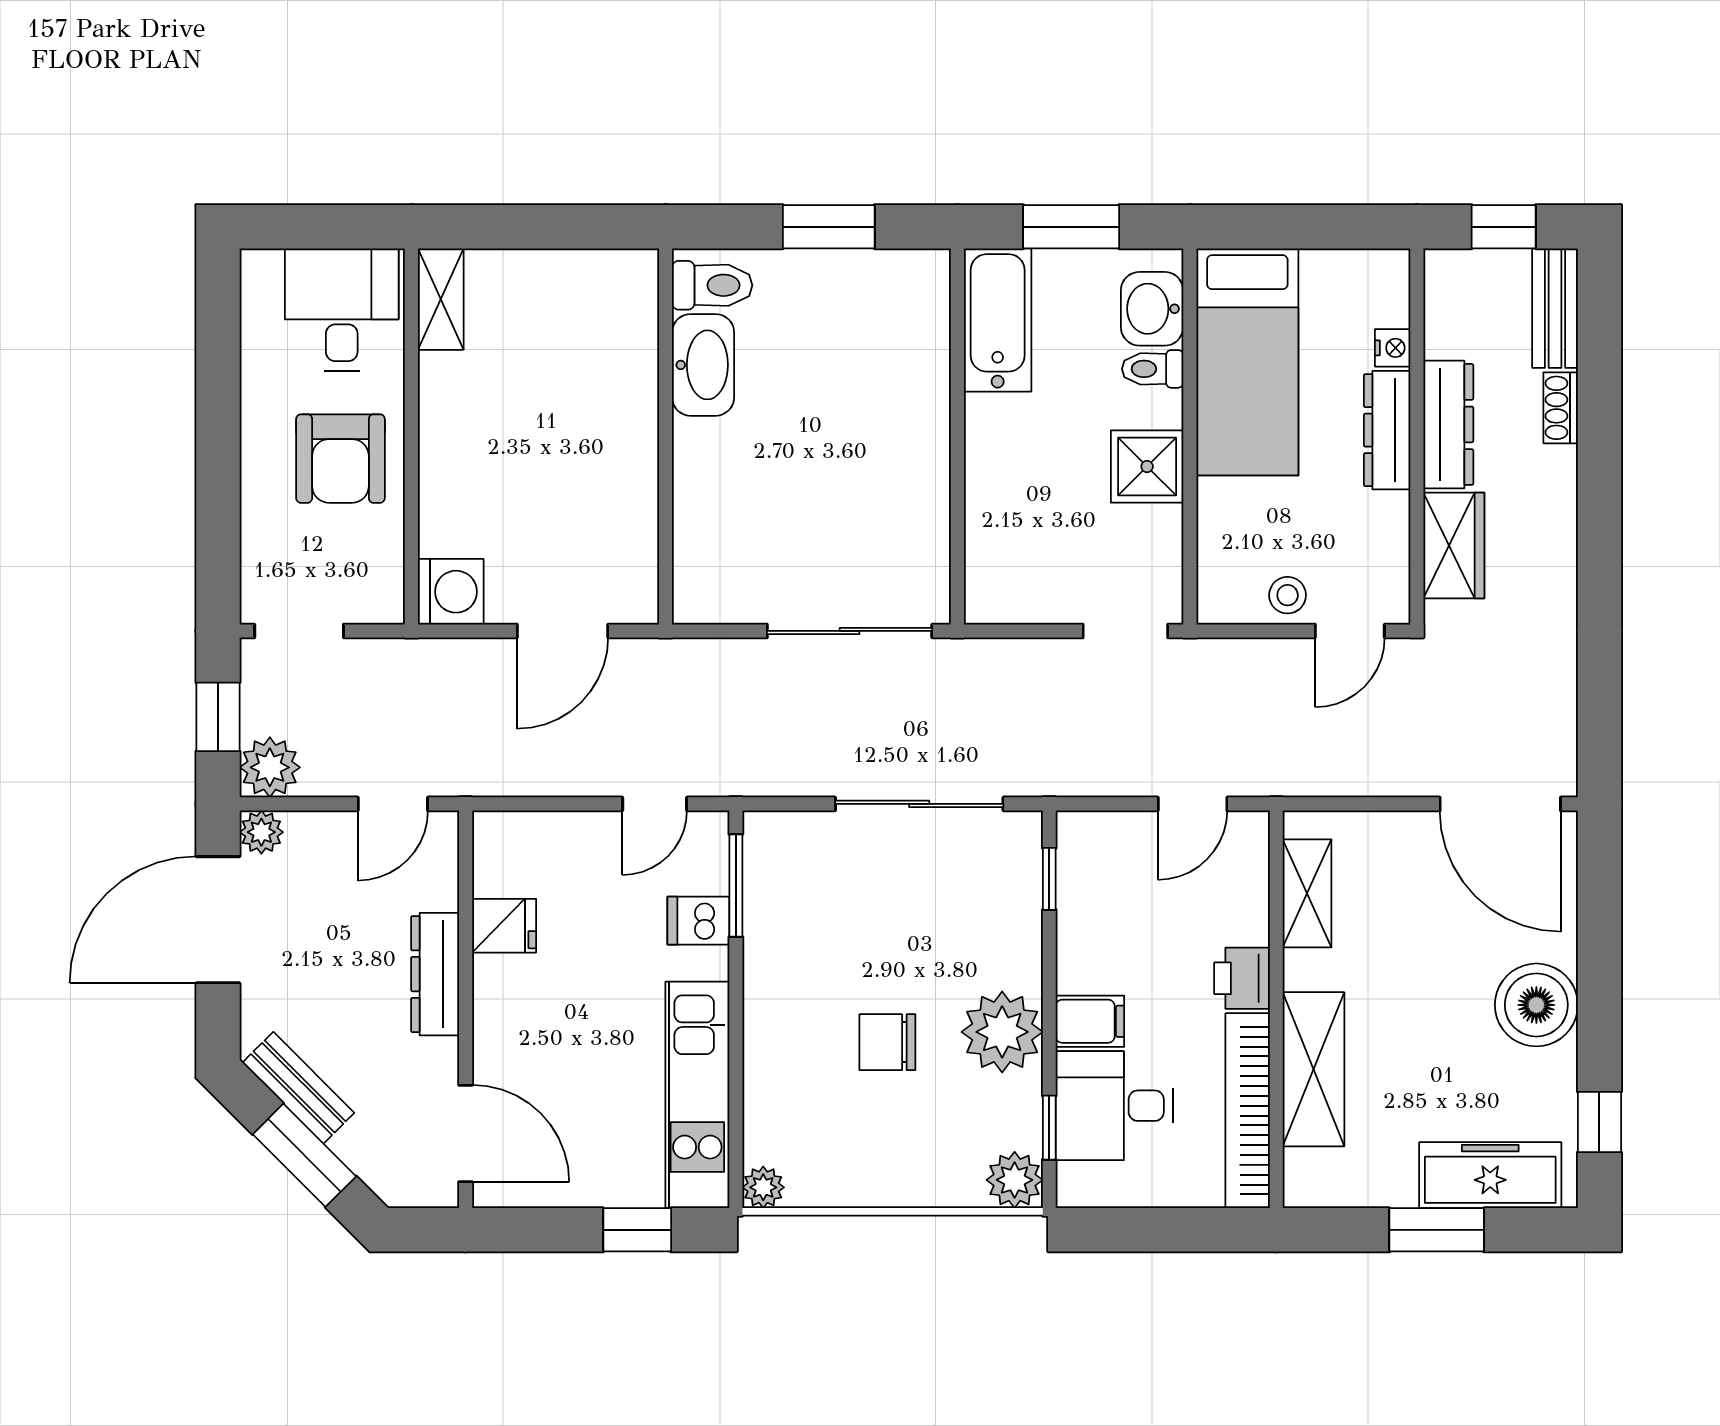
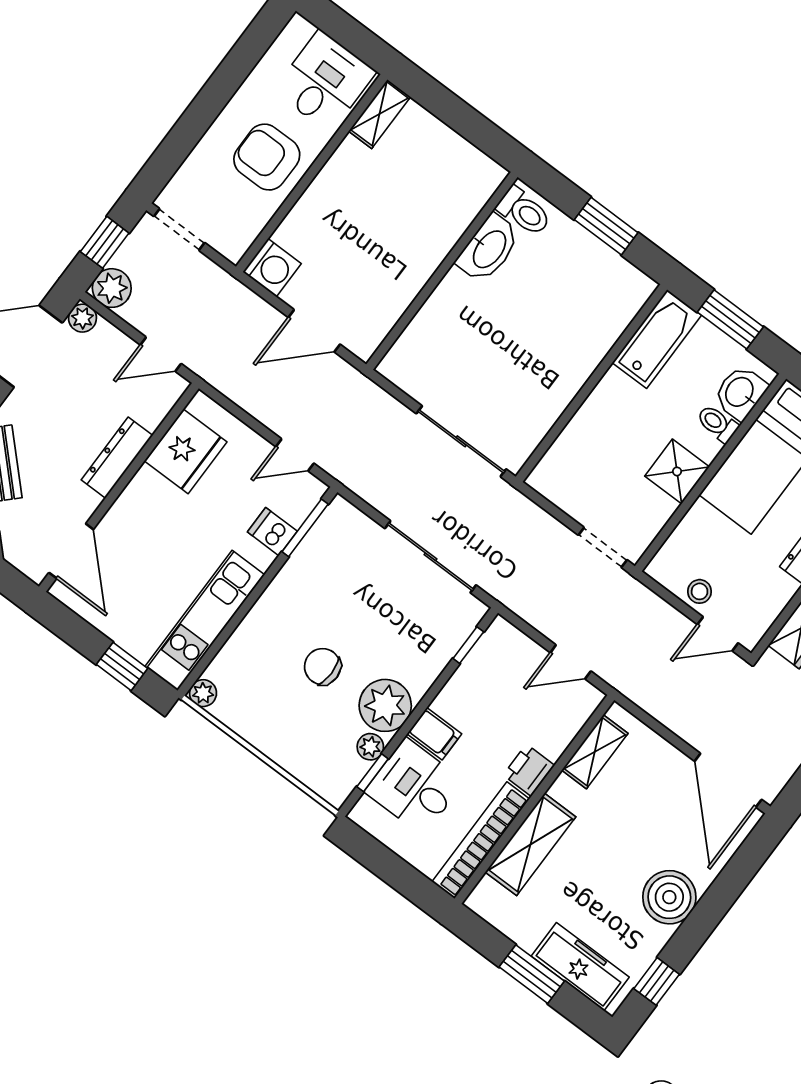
armchair: (340, 459) -> (267, 157), turned 90
fridge: (504, 926) -> (186, 451), width x1.88, depth x1.34
plant: (1015, 1180) -> (370, 747), moved, width x0.73, depth x0.73

